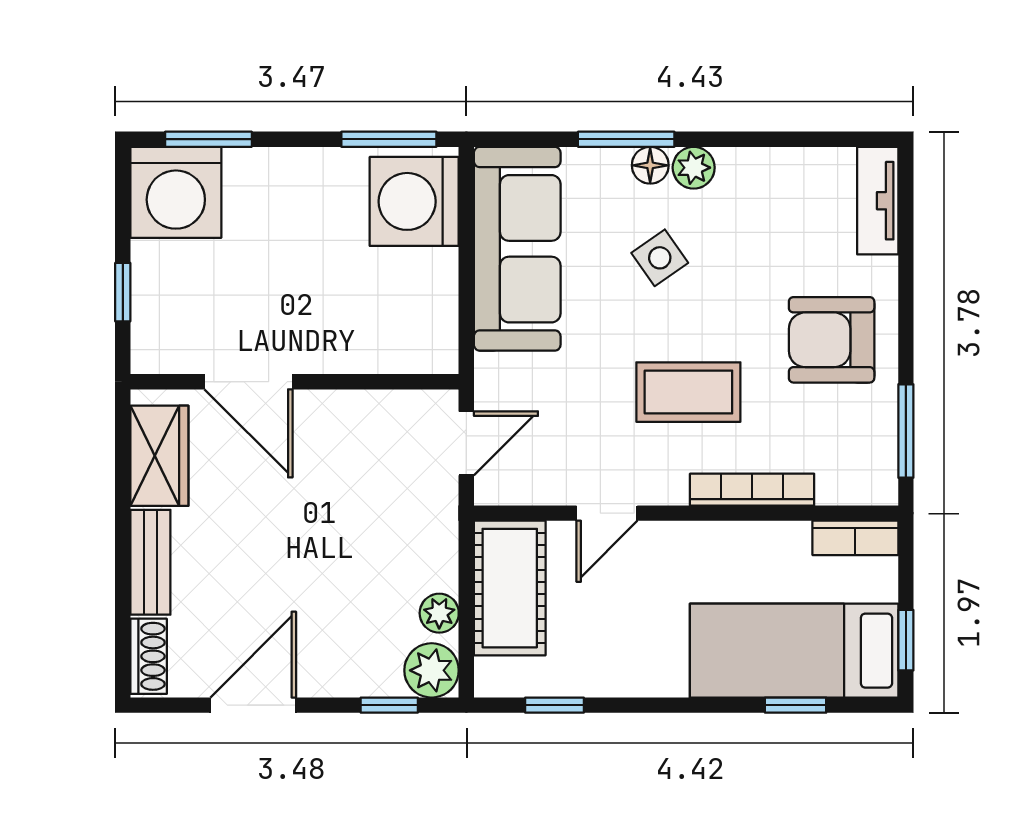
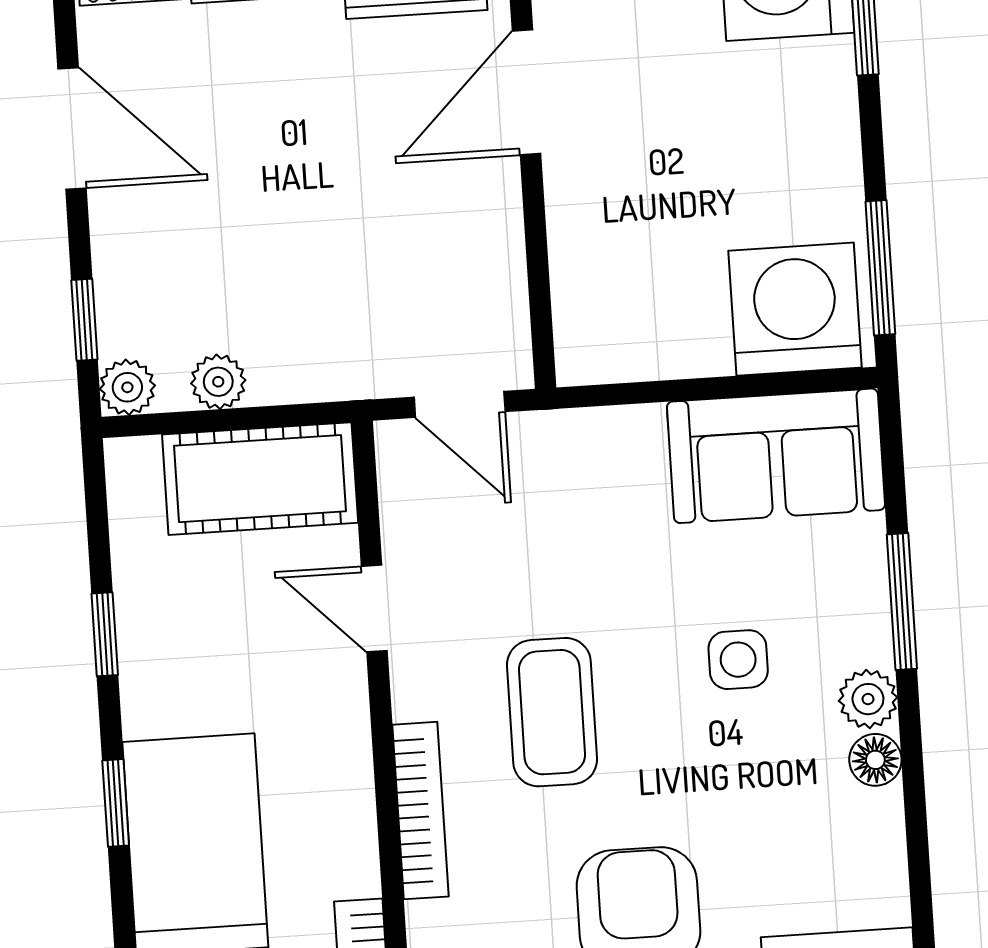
floor lamp: (650, 165) -> (875, 760), moved
sofa: (517, 249) -> (776, 456), width x0.73
side table: (660, 258) -> (738, 660), turned 35
plant: (432, 670) -> (127, 387), width x0.73, depth x0.73
window: (554, 705) -> (105, 634), moved
window: (796, 705) -> (116, 803), moved

